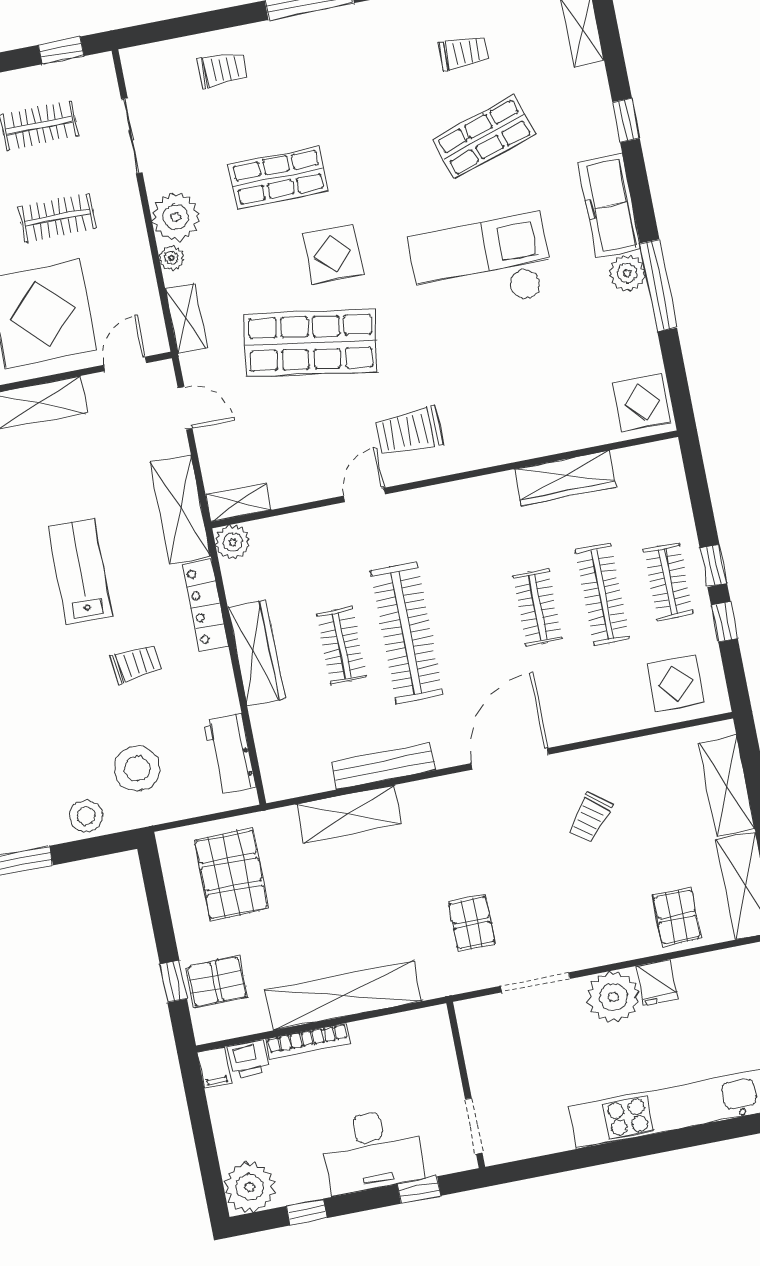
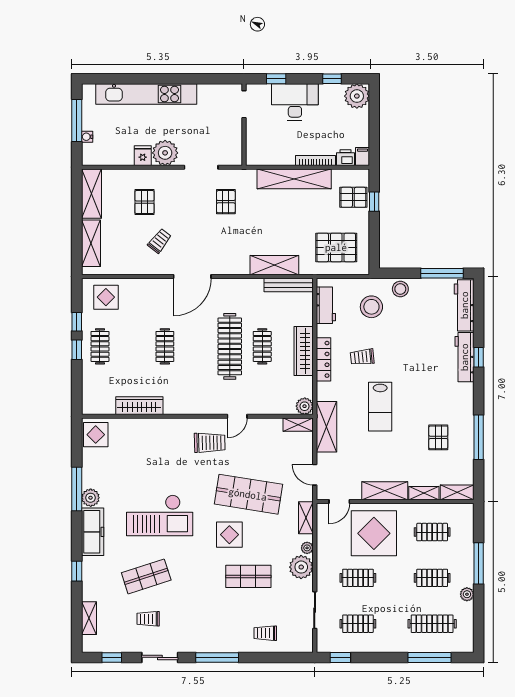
clothes rail: (603, 594) -> (132, 346), removed
locker: (206, 605) -> (323, 359), moved
bench: (383, 766) -> (289, 285), moved
pallet: (231, 874) -> (336, 247), turned 90
pallet: (677, 917) -> (144, 202), moved

